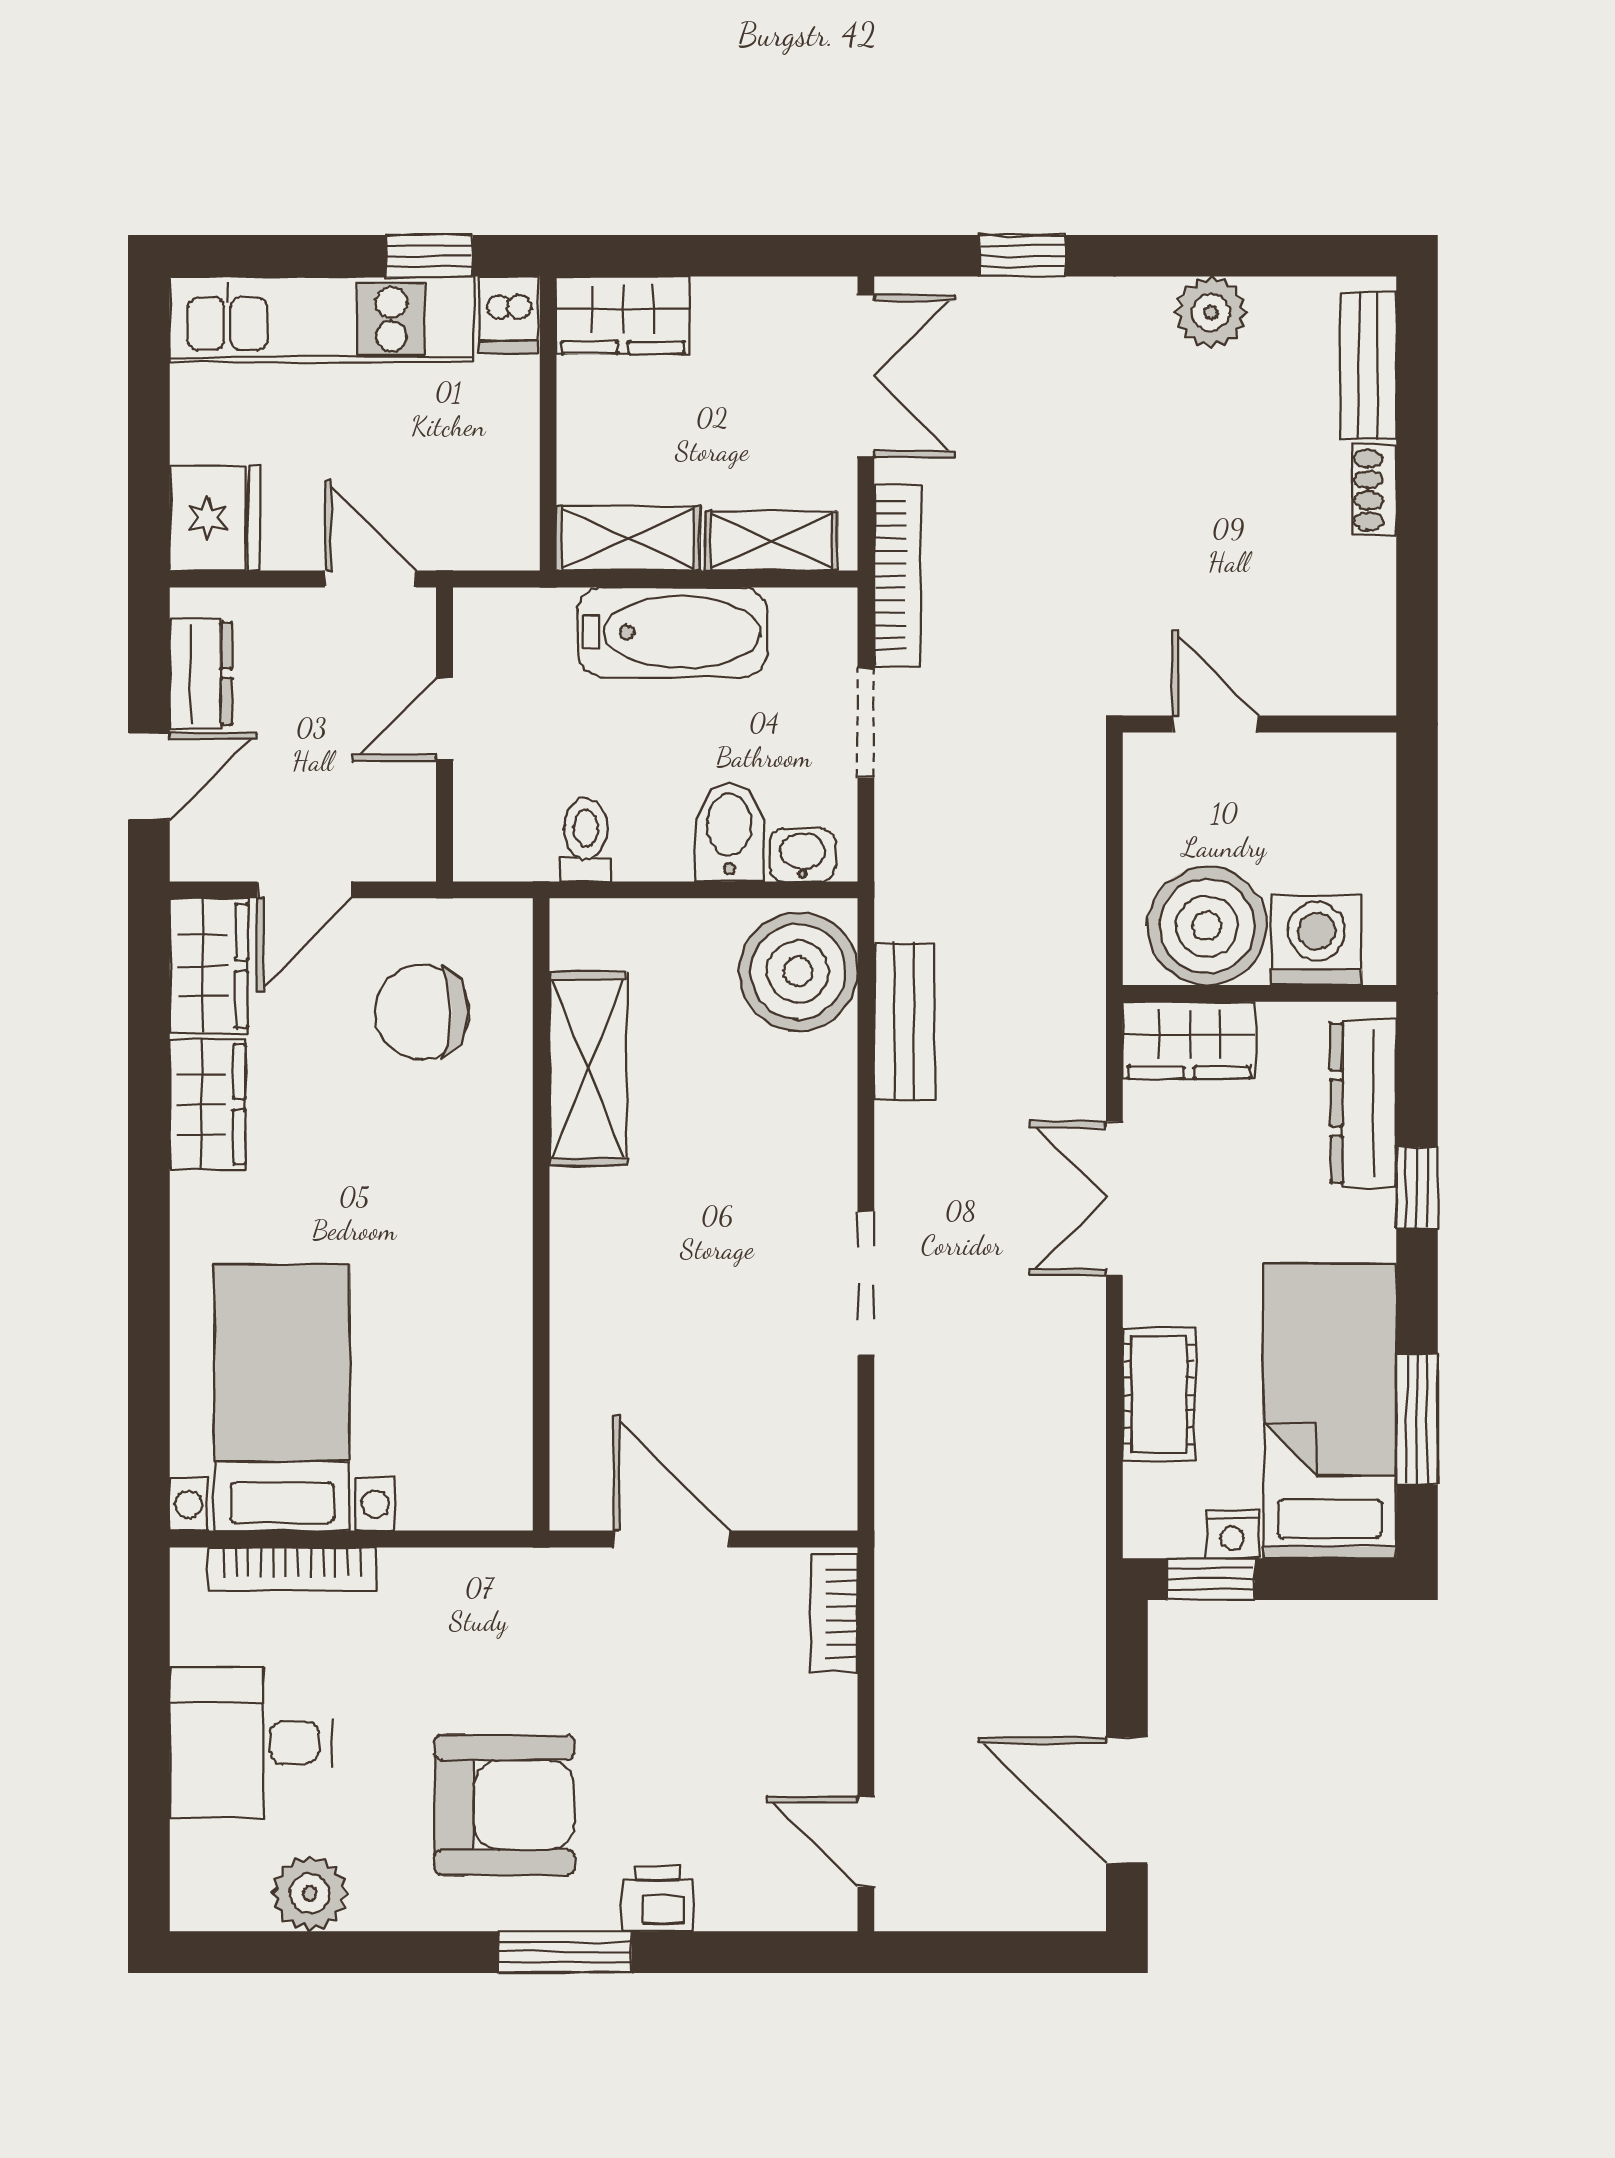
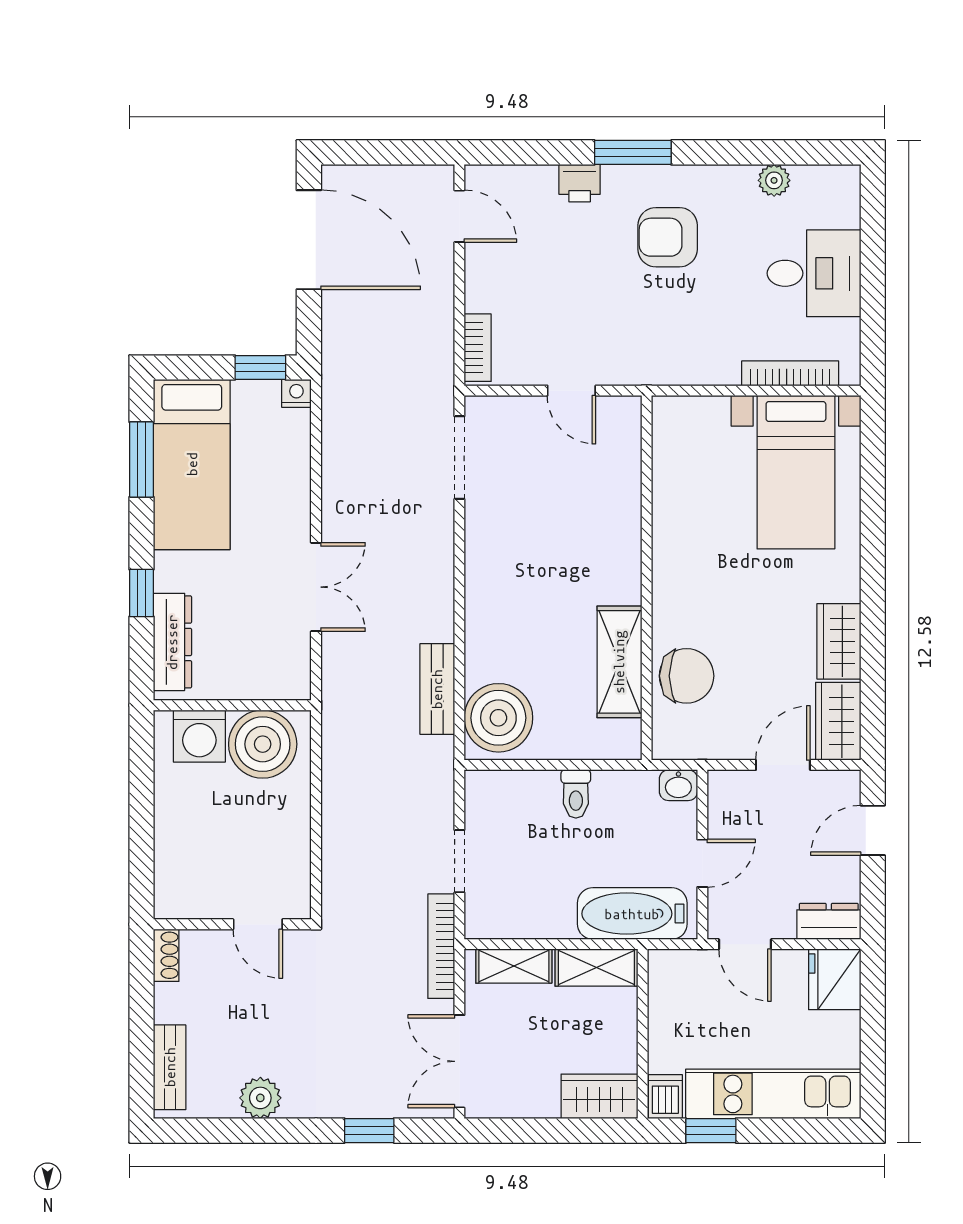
shoe rack: (1374, 490) -> (166, 955), moved
bathtub: (672, 632) -> (632, 914), moved
dresser: (201, 673) -> (829, 921), moved, turned 90
door: (1215, 724) -> (258, 924), moved
wall: (1259, 724) -> (232, 924), moved
bidet: (729, 832) -> (538, 798), removed
toilet: (586, 840) -> (576, 794), moved
washbasin: (803, 855) -> (678, 785), moved
chair: (422, 1012) -> (687, 676), moved
wardrobe: (1189, 1040) -> (273, 678), removed
doorway: (866, 1284) -> (459, 458), moved
cot: (1159, 1394) -> (290, 474), removed
nightstand: (1232, 1534) -> (296, 393), moved
door: (671, 1539) -> (571, 391), width x0.73
door: (1127, 1801) -> (309, 240), width x1.36
armchair: (505, 1805) -> (668, 237), width x0.73, depth x0.73
plant: (310, 1893) -> (774, 180), width x0.73, depth x0.73

